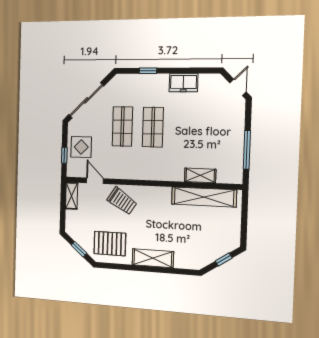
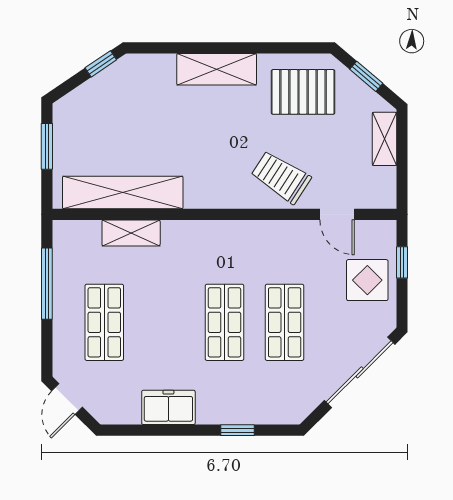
shop shelf: (216, 128) -> (104, 322), added
shelving: (72, 196) -> (384, 139), moved
window: (244, 224) -> (47, 146), added
window: (224, 260) -> (101, 64), moved

